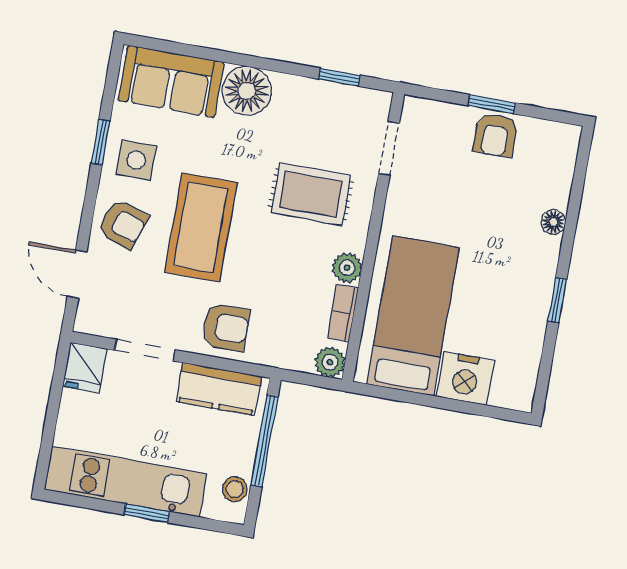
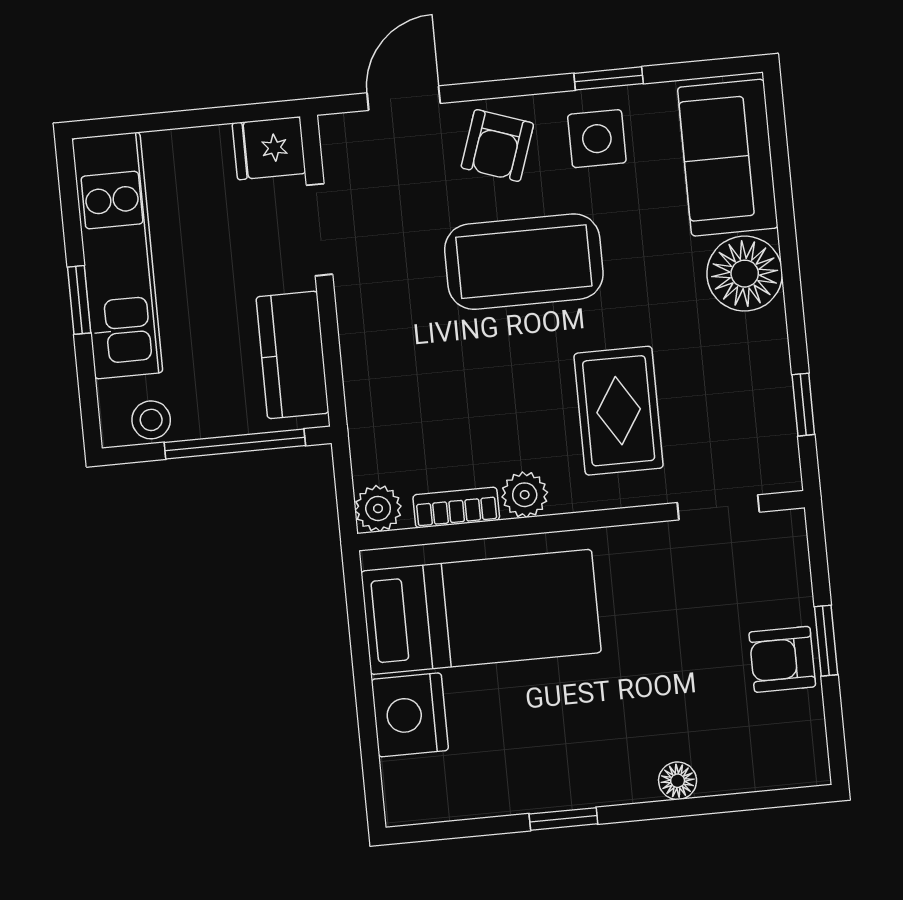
armchair: (226, 327) -> (386, 340), removed

